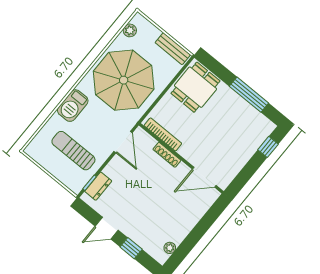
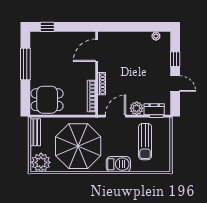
plant: (130, 30) -> (41, 162), width x1.87, depth x1.87
plant: (114, 169) -> (137, 108), added
door: (204, 177) -> (97, 50), swing flipped

